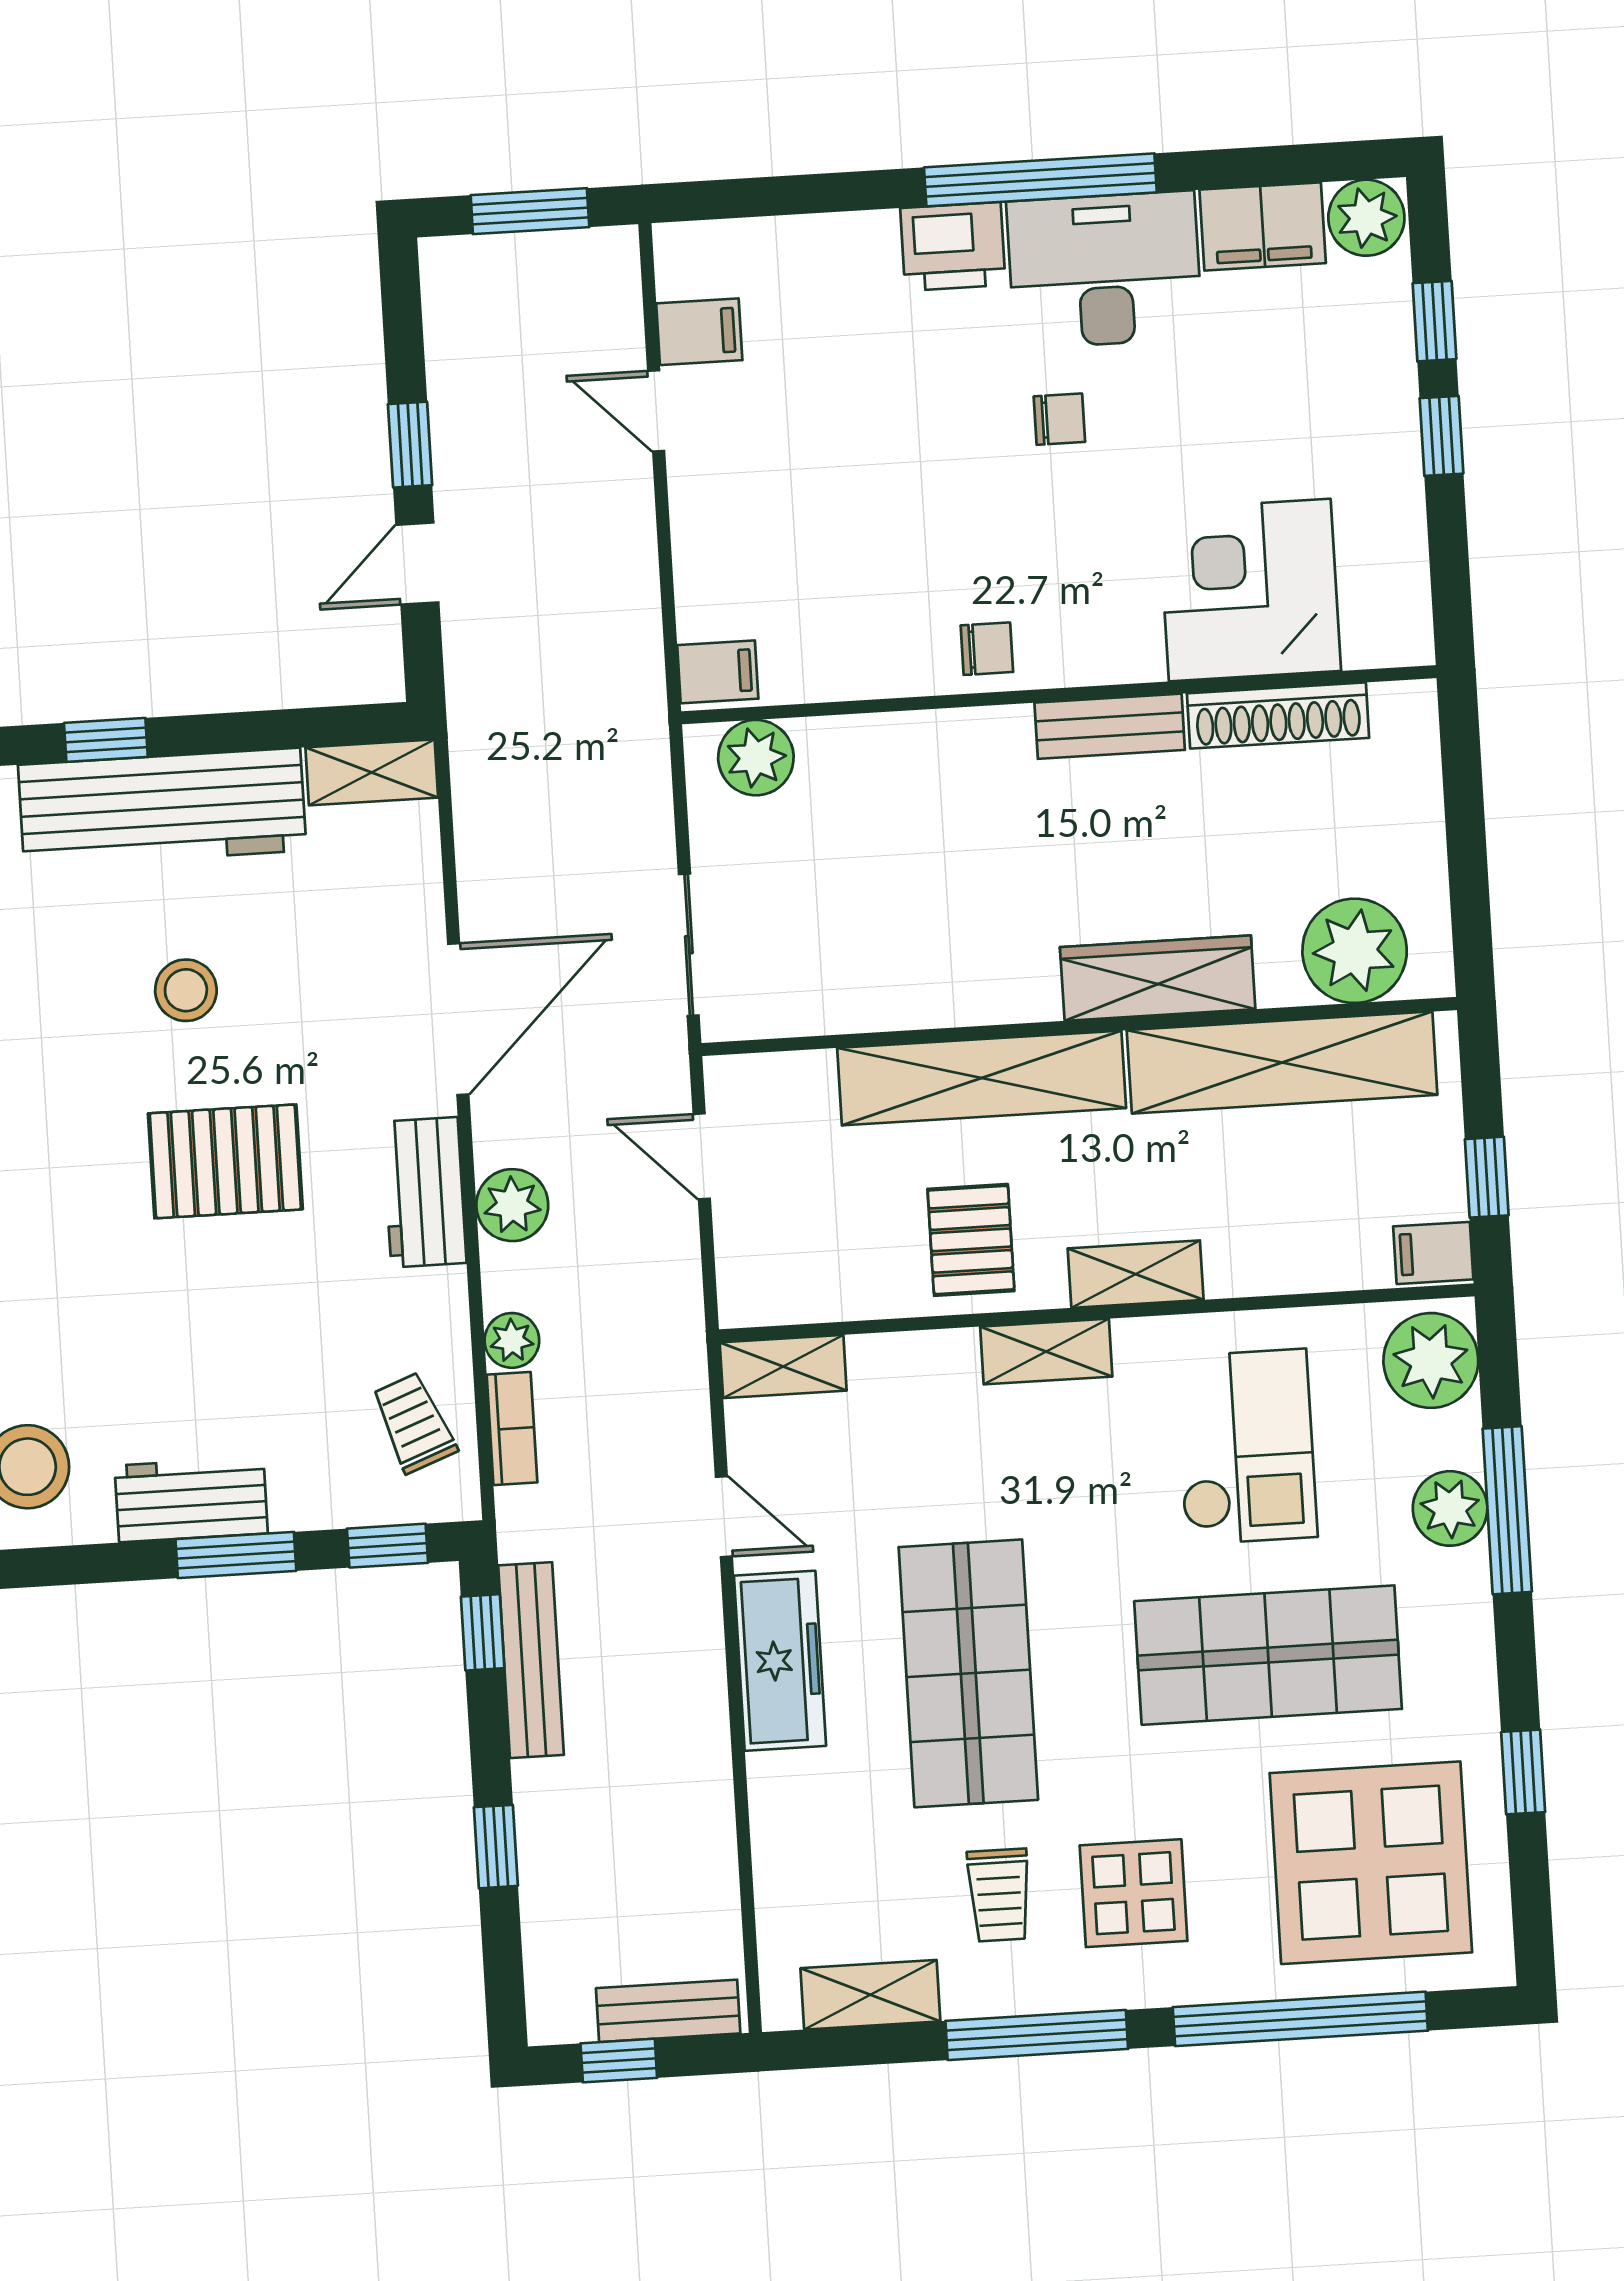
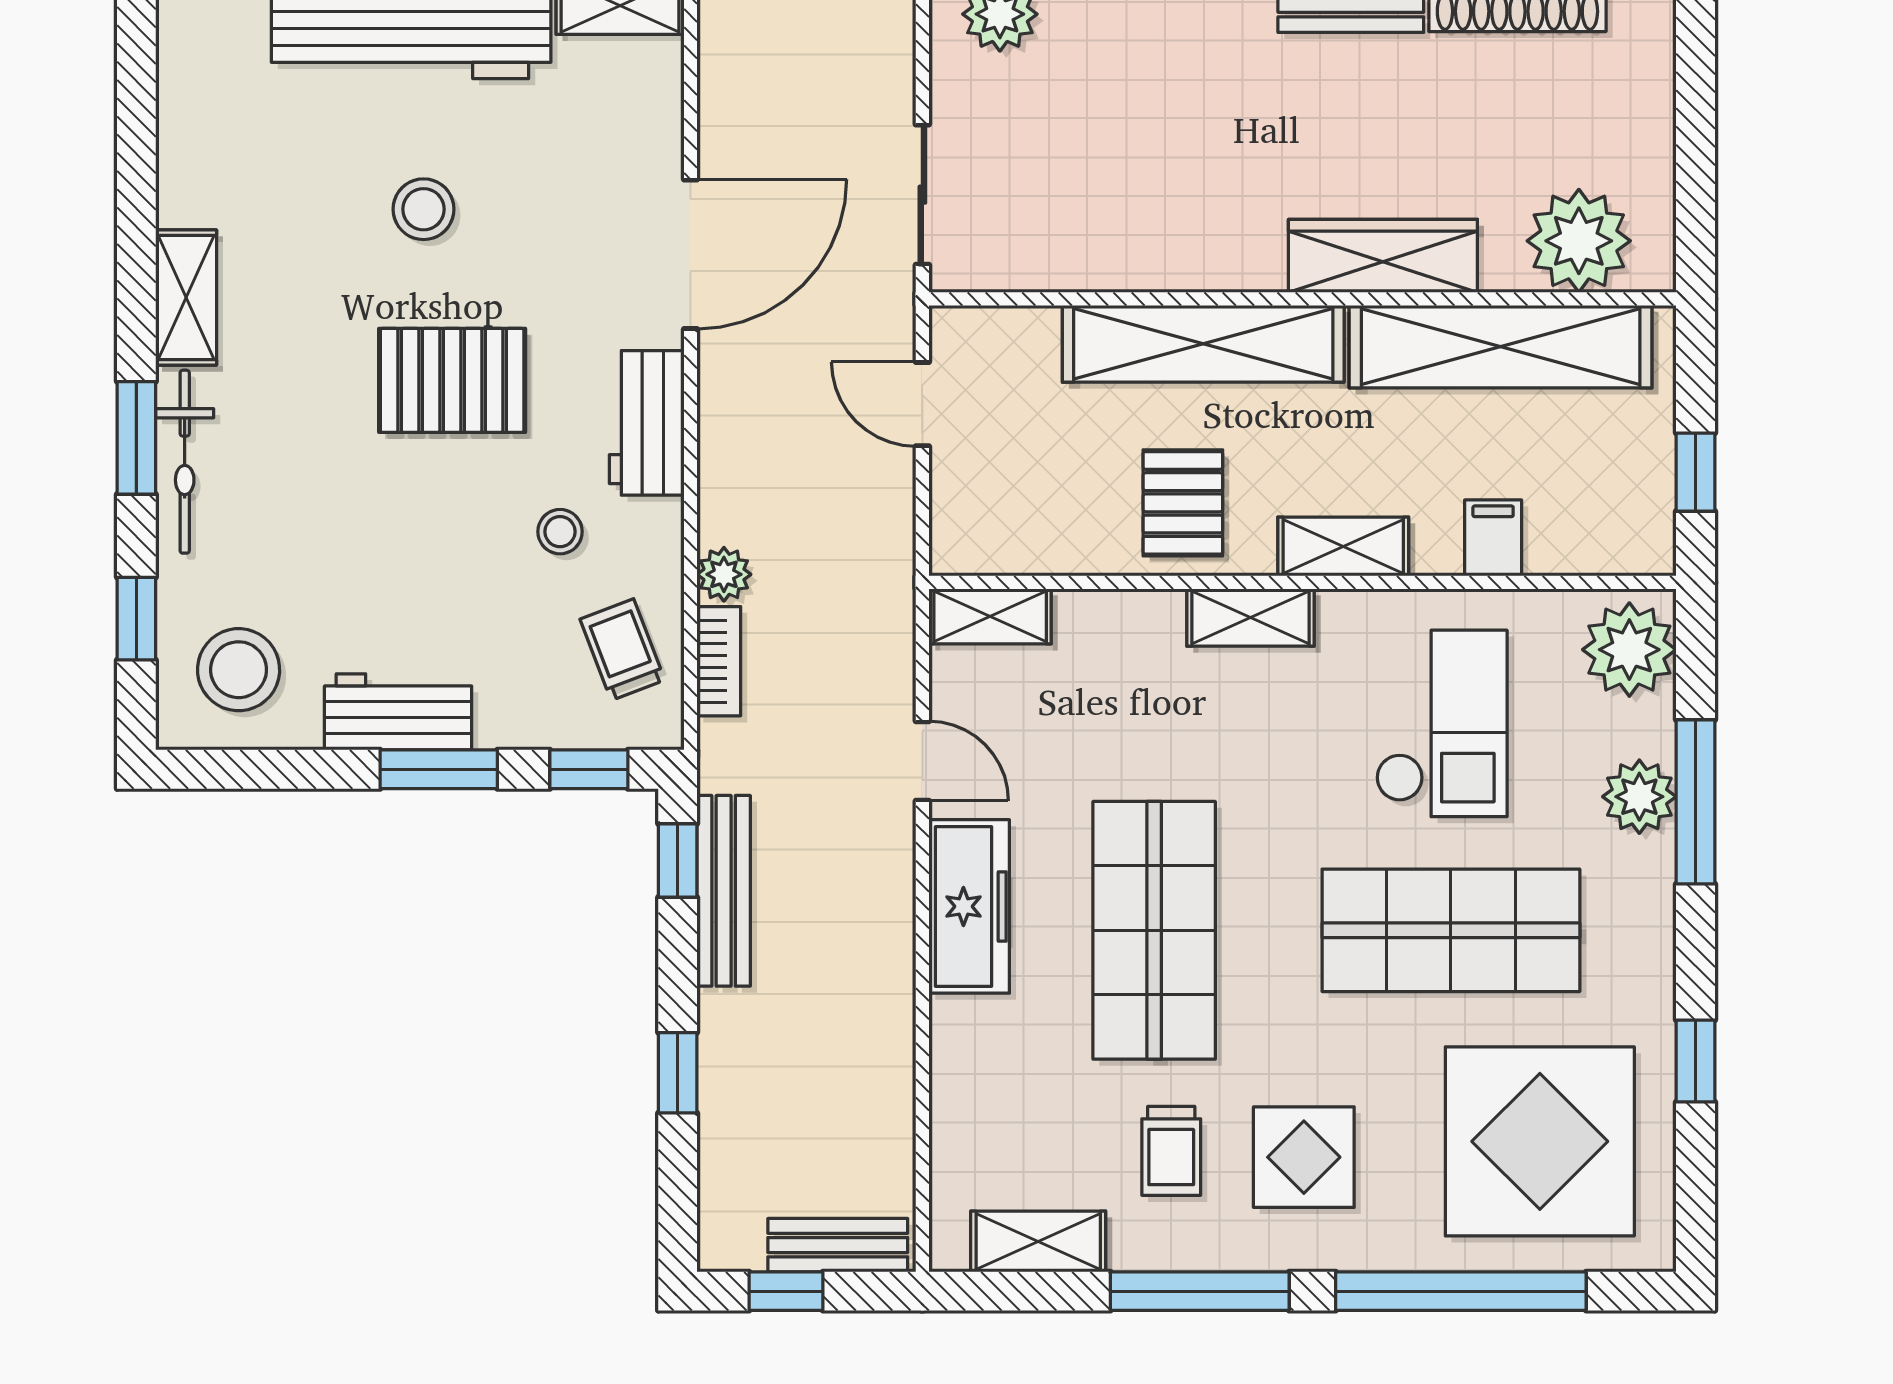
plant: (512, 1205) -> (733, 441), removed
filing cabinet: (1433, 1253) -> (1493, 538), moved, turned 90
stool: (344, 1307) -> (560, 532), added

